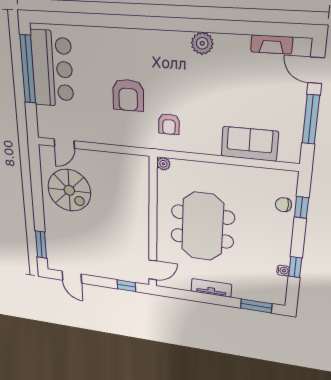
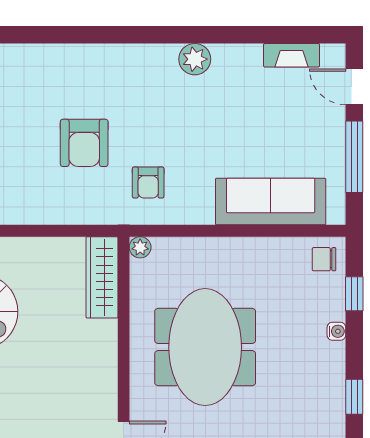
sofa: (250, 144) -> (271, 202), width x1.36
wardrobe: (140, 179) -> (102, 277), added
chair: (283, 205) -> (324, 259), moved
water cooler: (283, 271) -> (336, 331), moved

